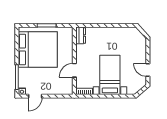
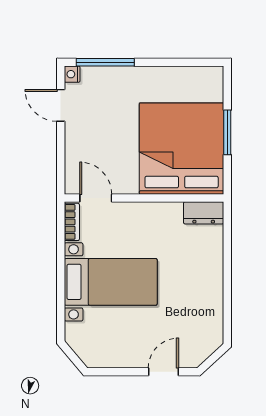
bed: (38, 49) -> (182, 149), moved, turned 180
door: (74, 70) -> (96, 198), moved
door: (148, 70) -> (163, 372), moved

